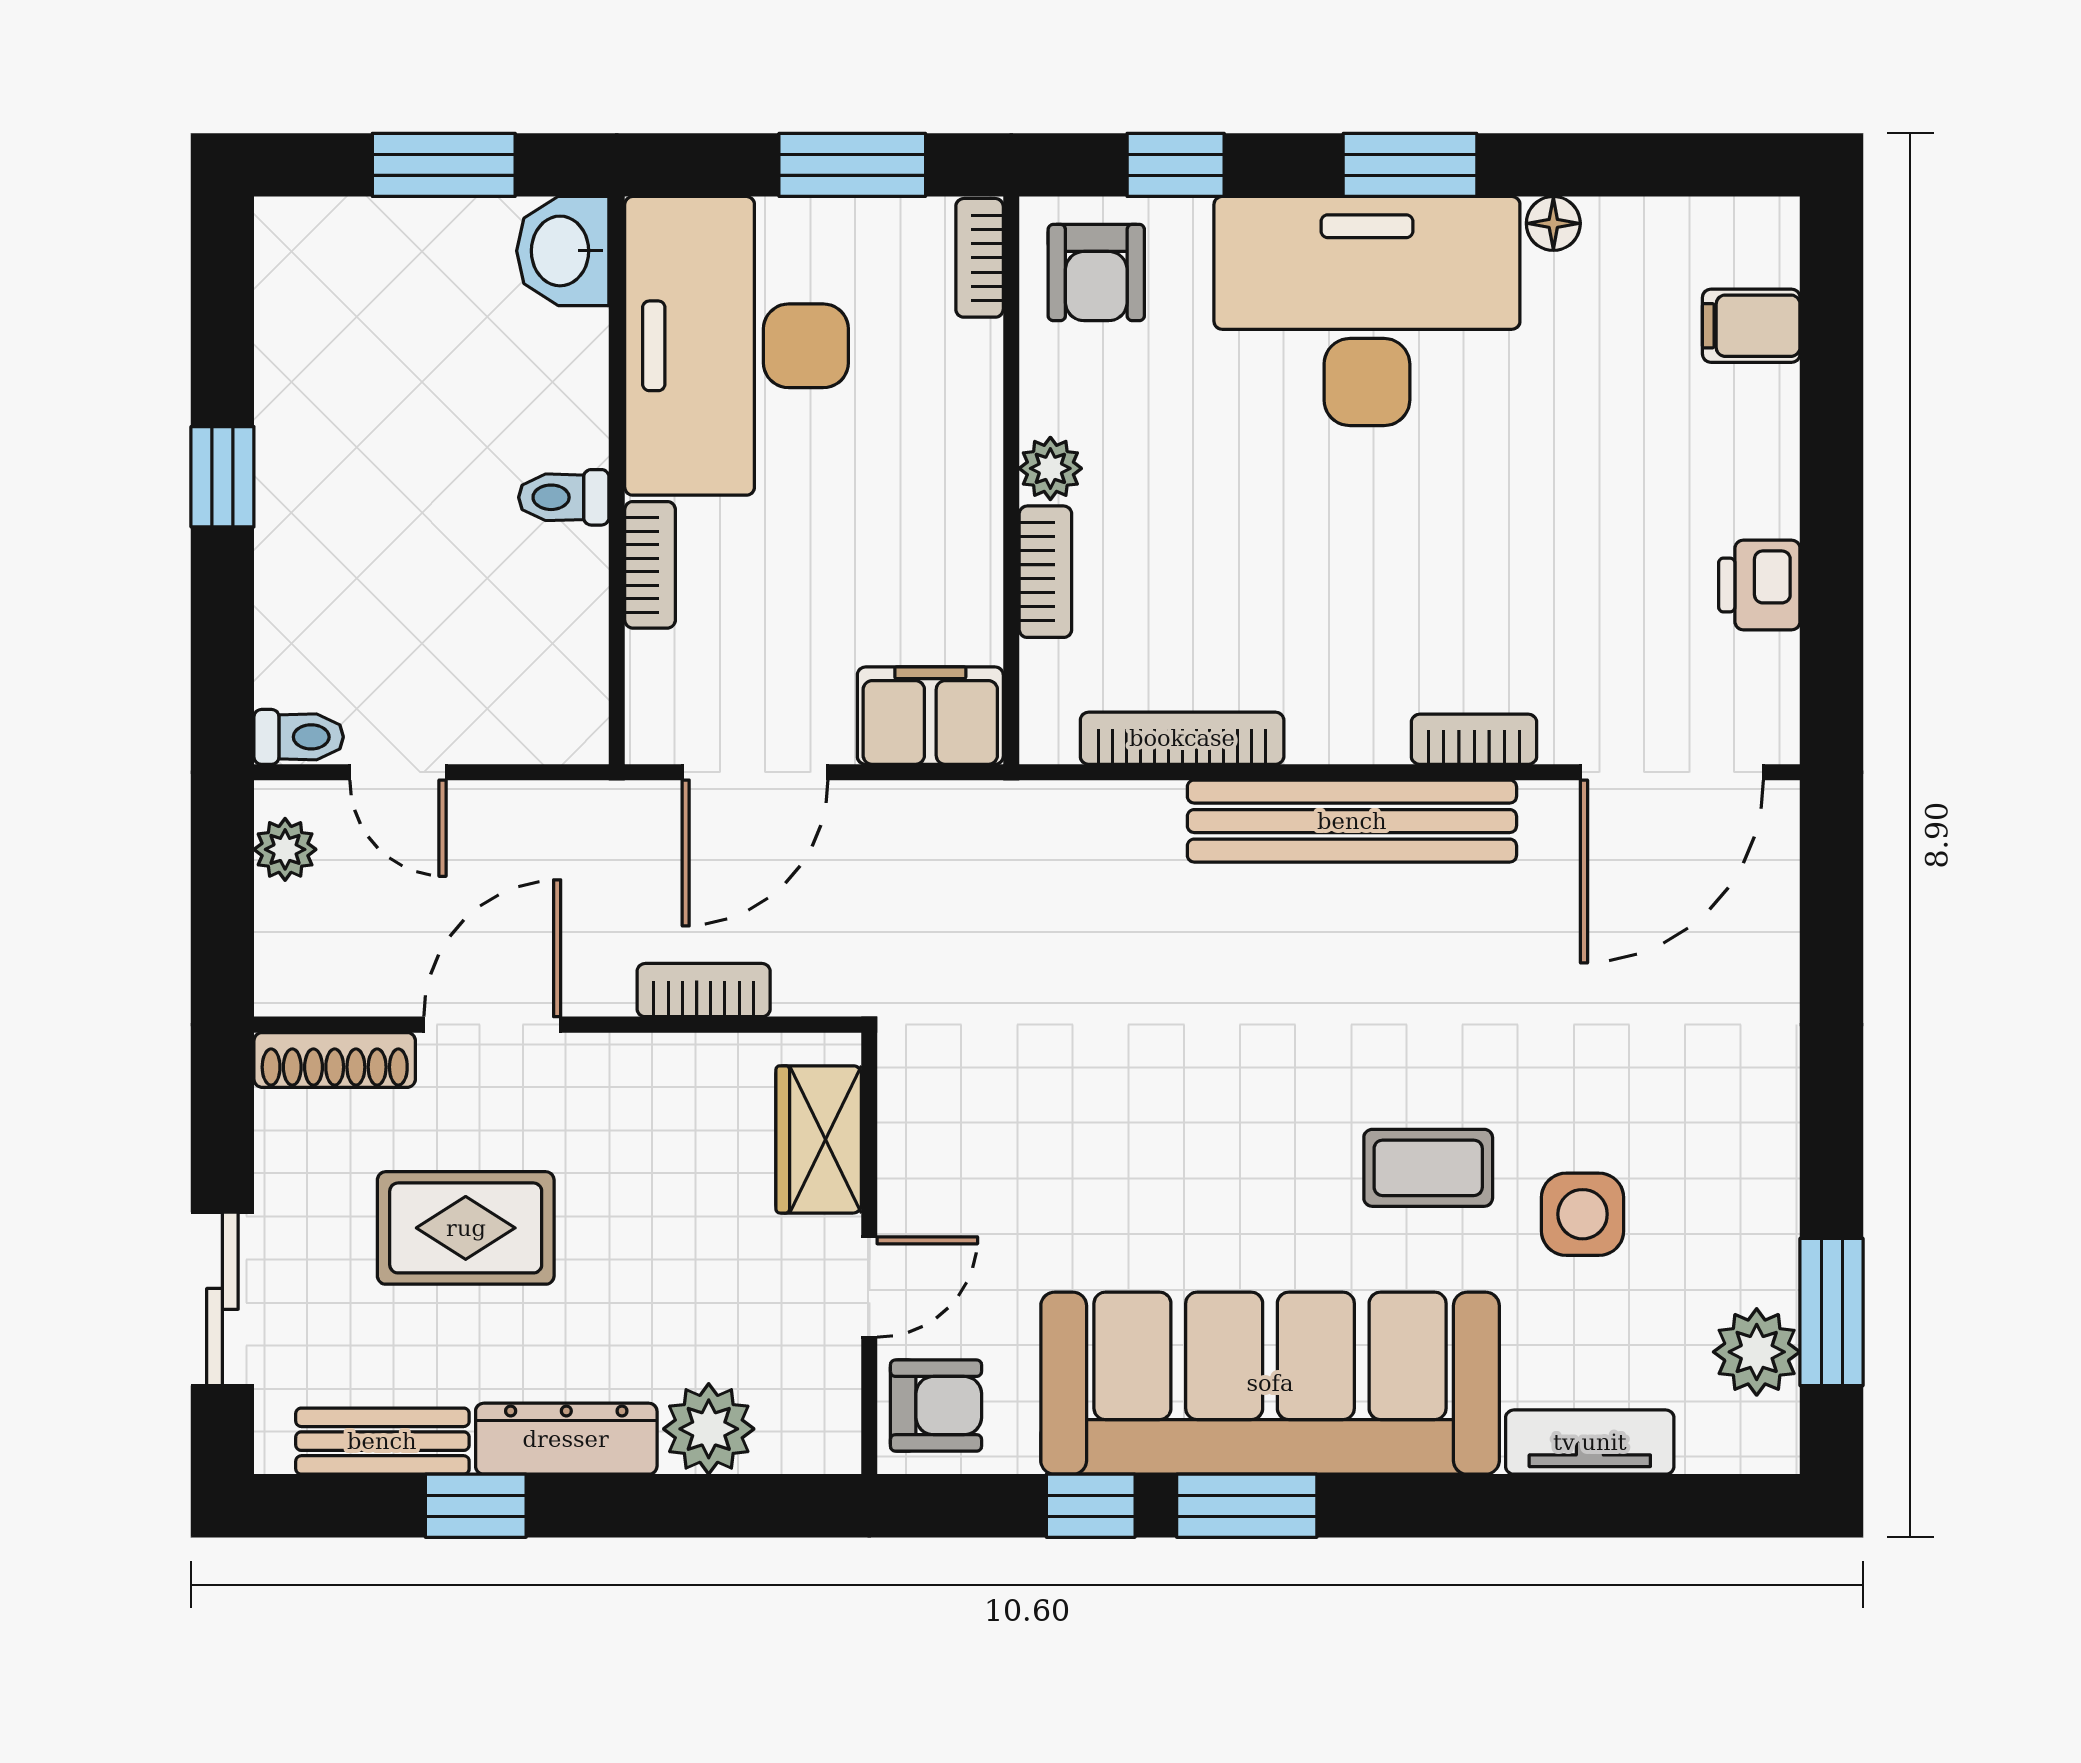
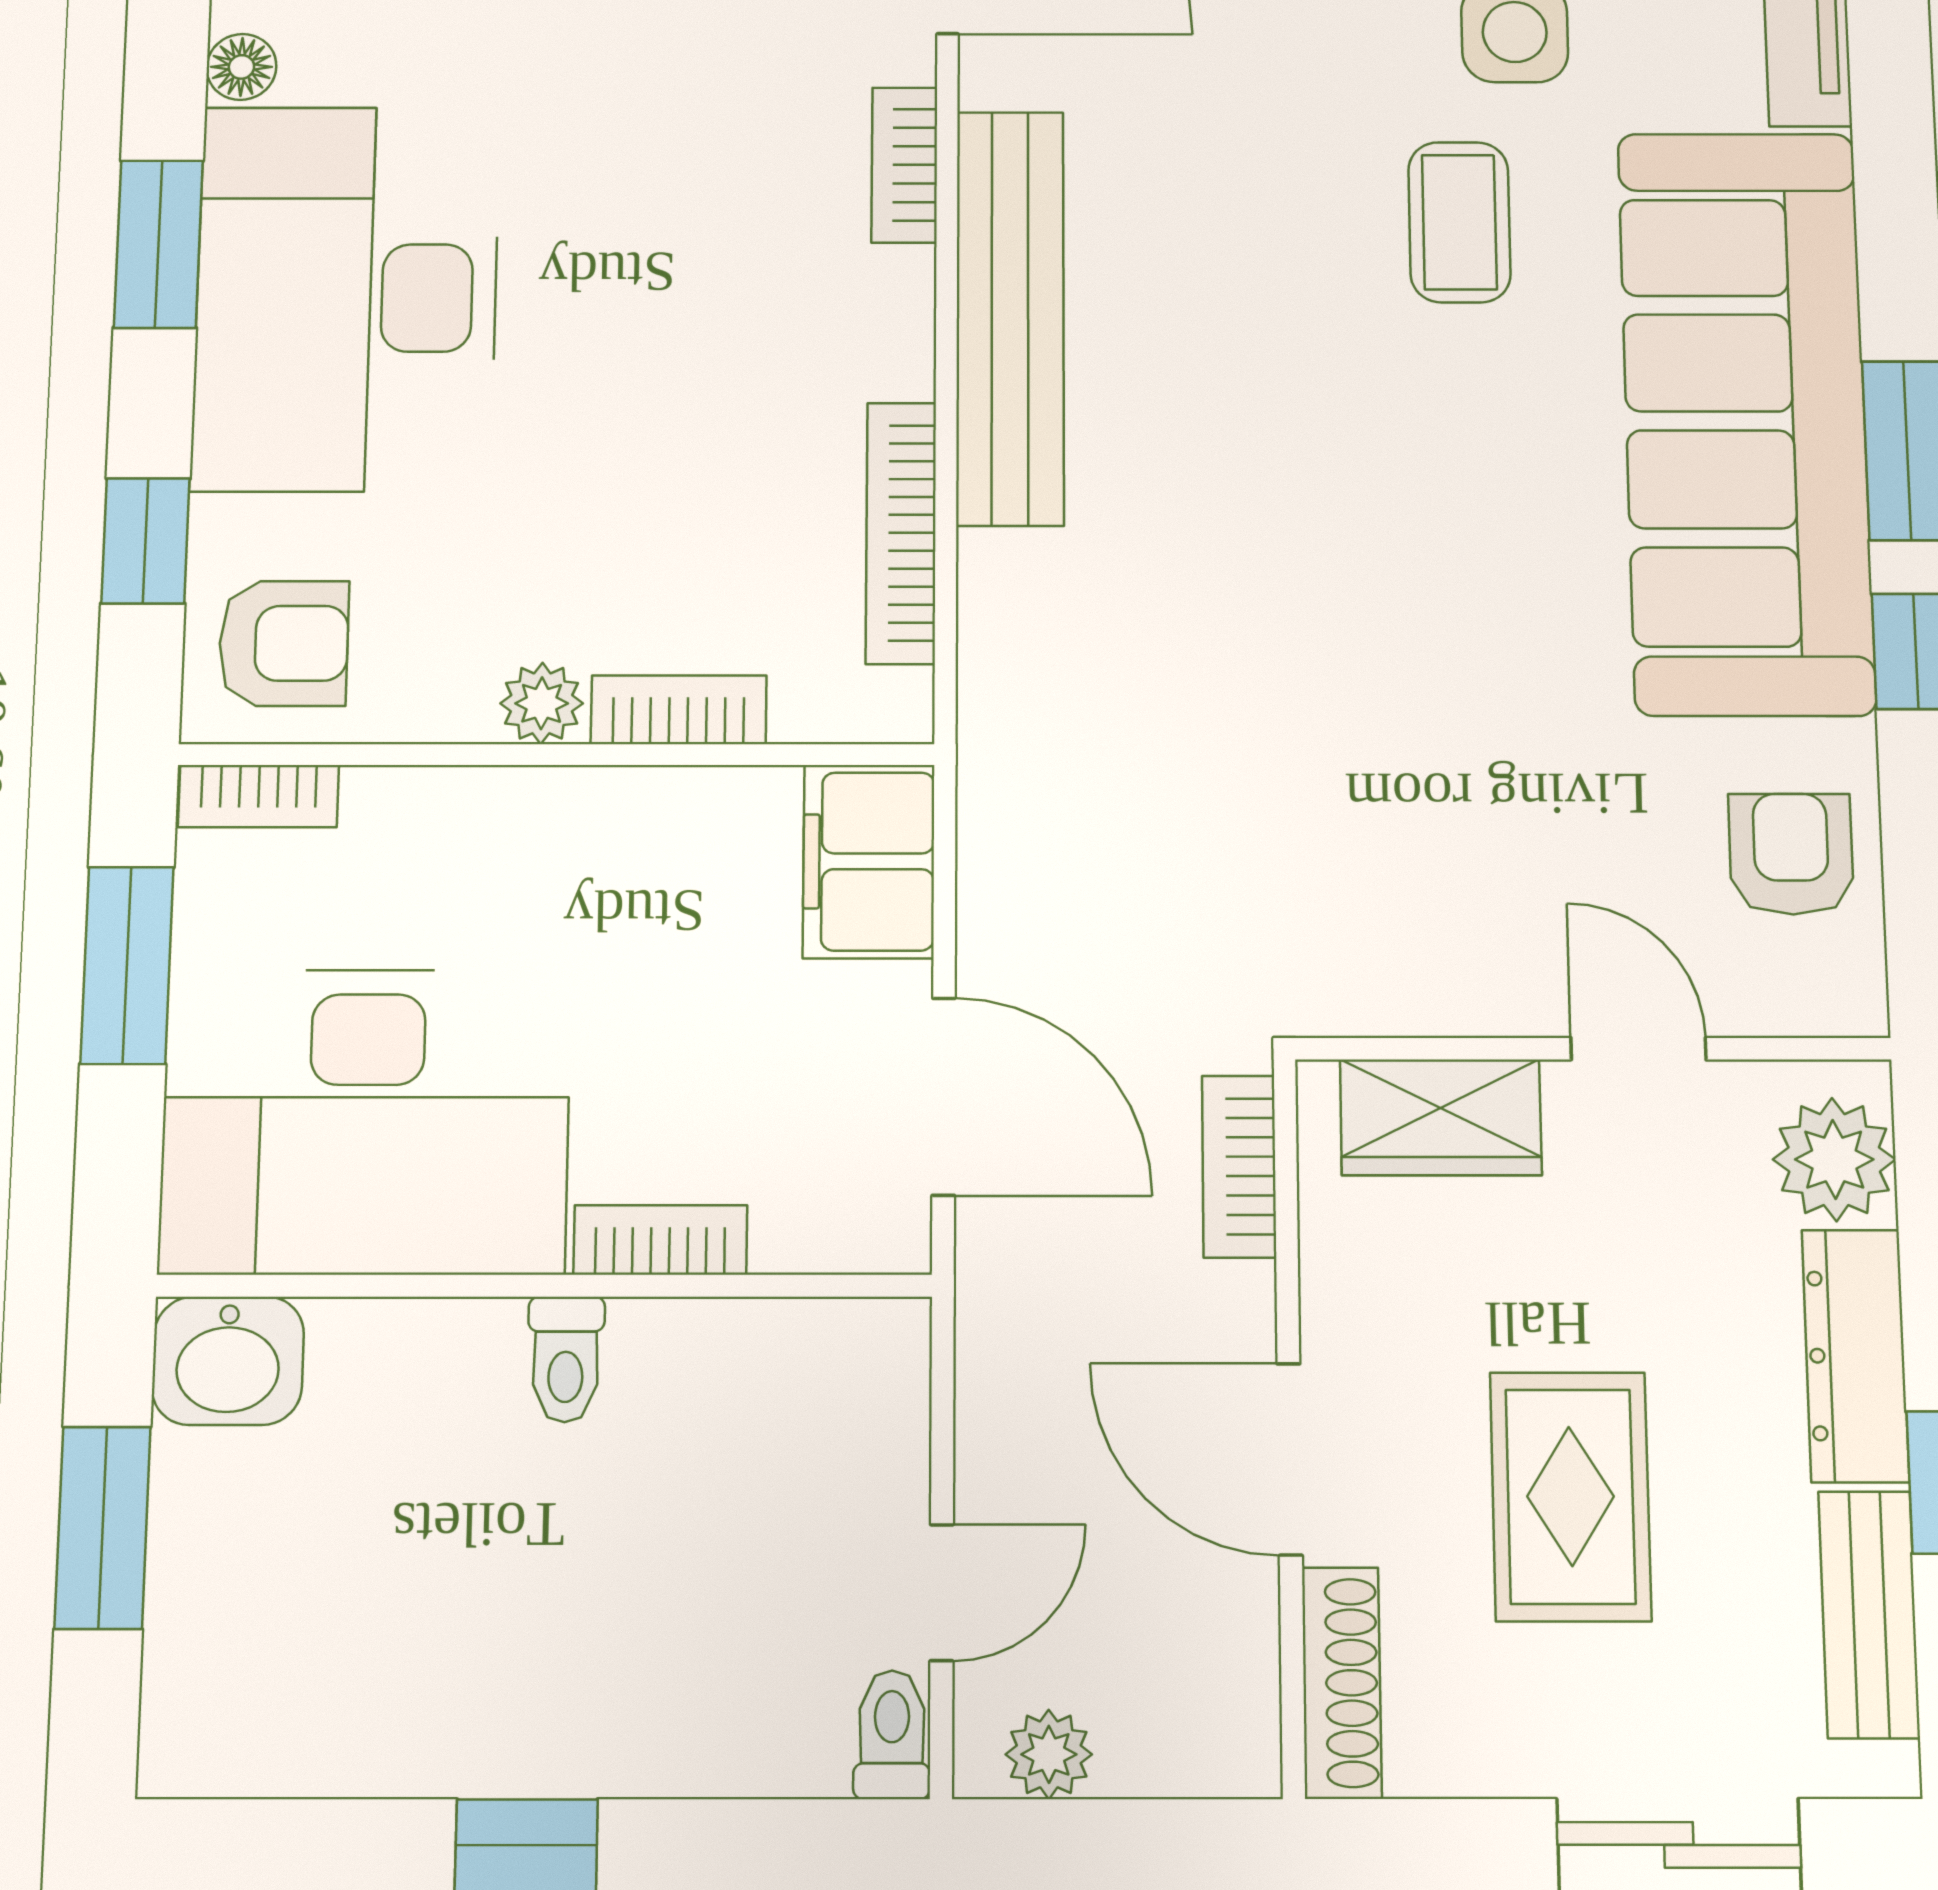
wardrobe: (819, 1139) -> (1441, 1117), moved
wall: (869, 1253) -> (1593, 1049), moved
door: (869, 1287) -> (1638, 1049), moved

